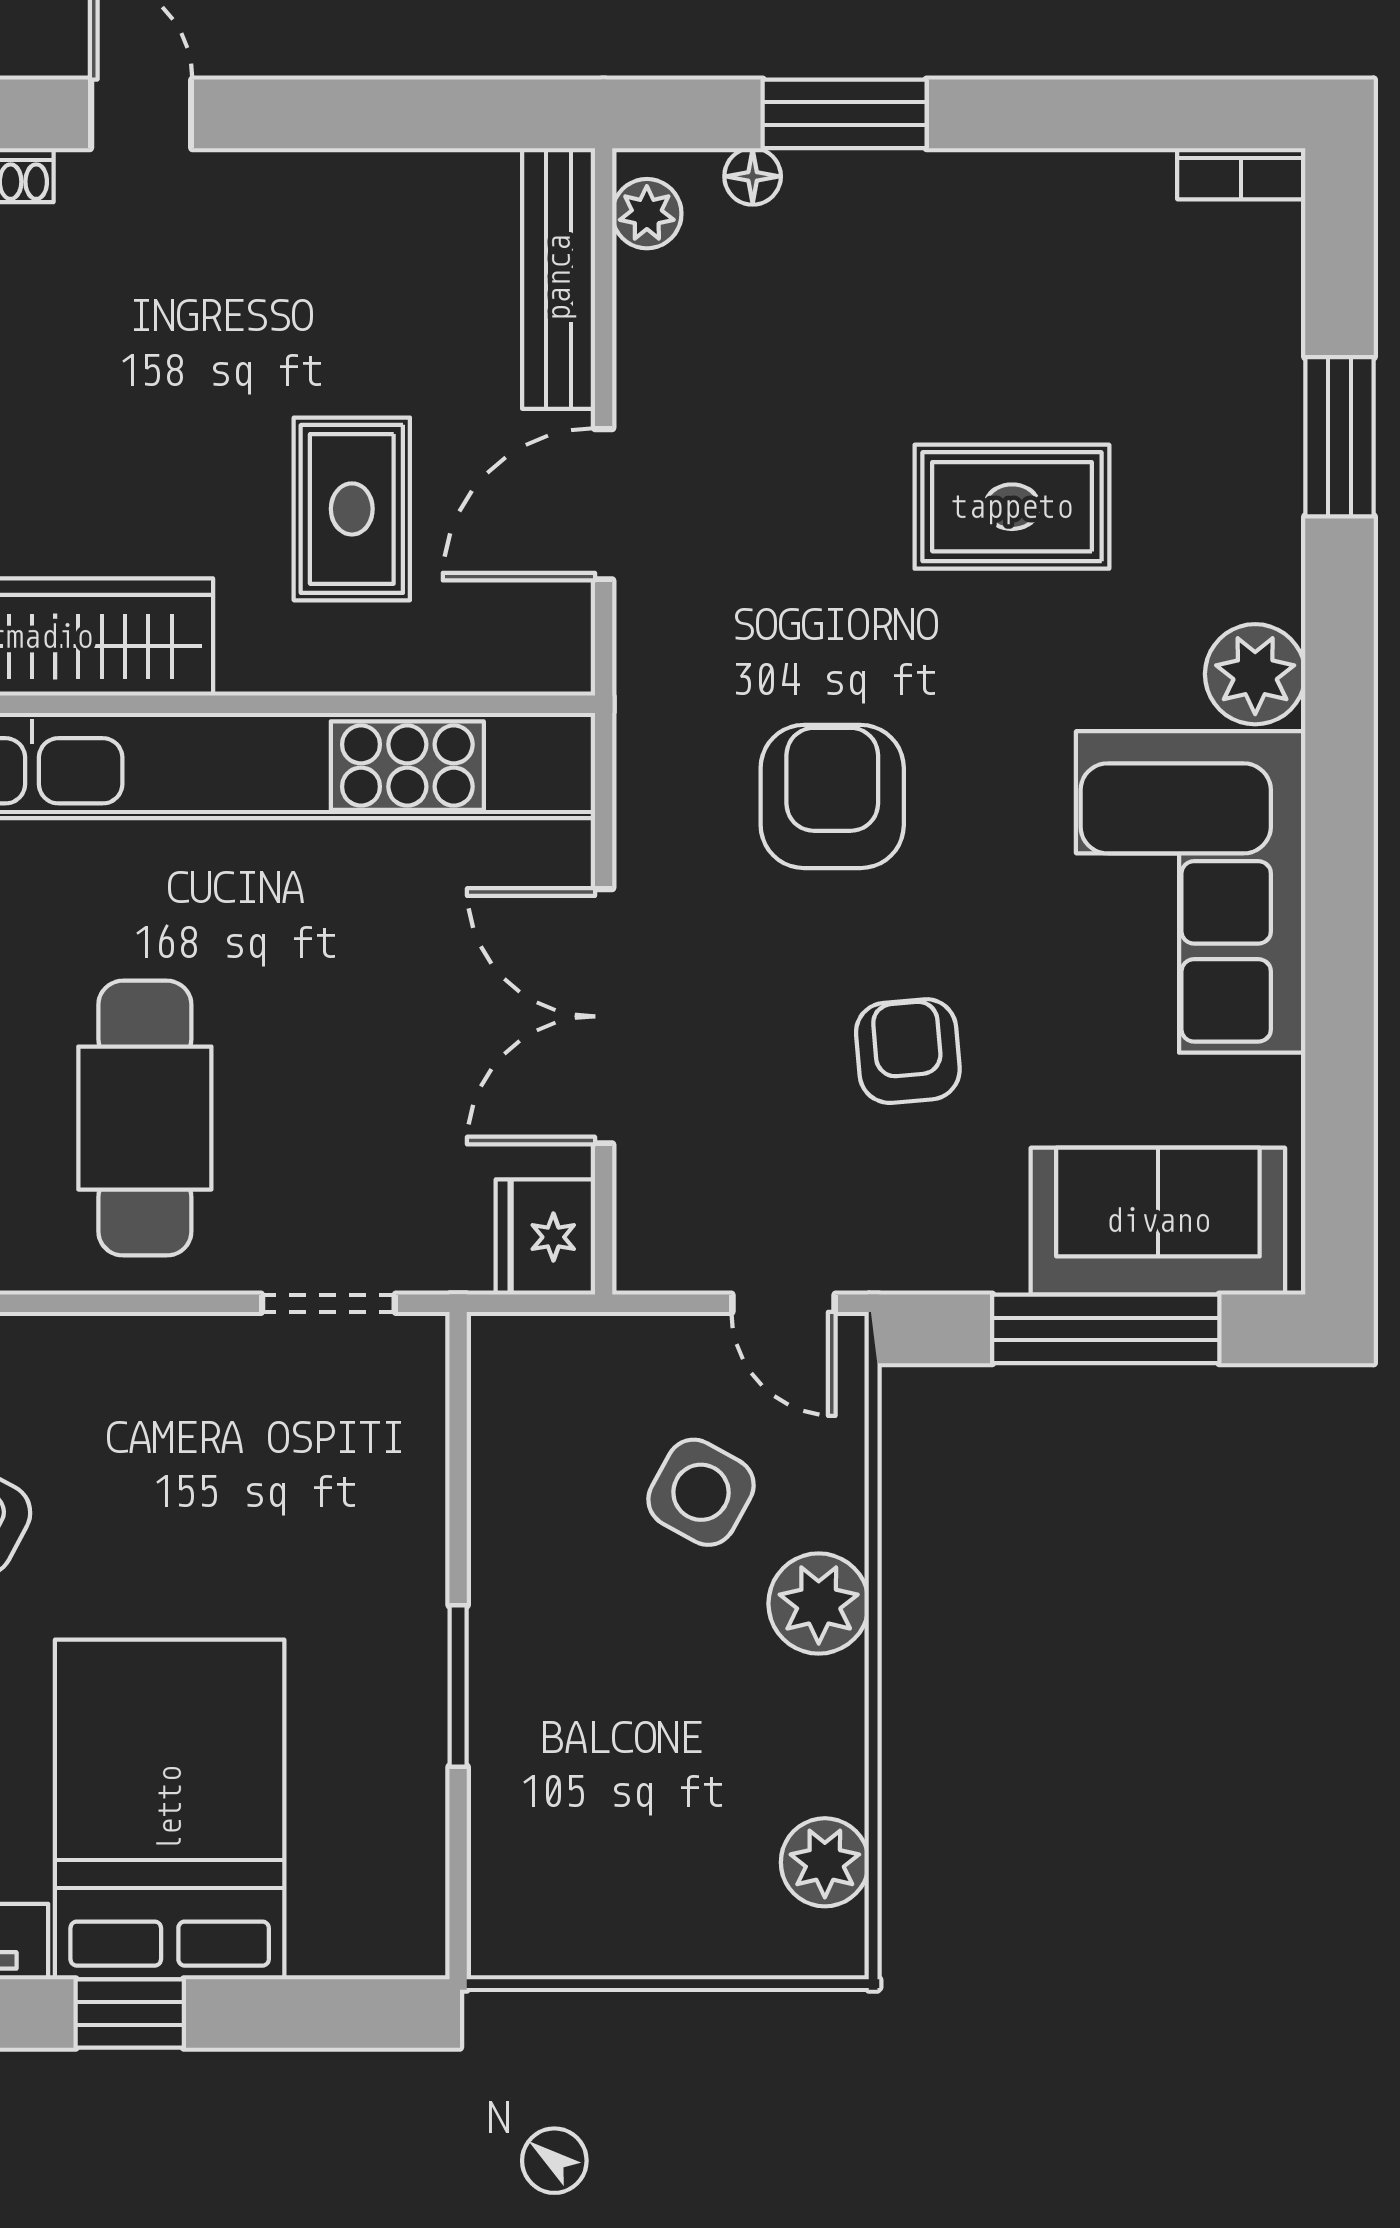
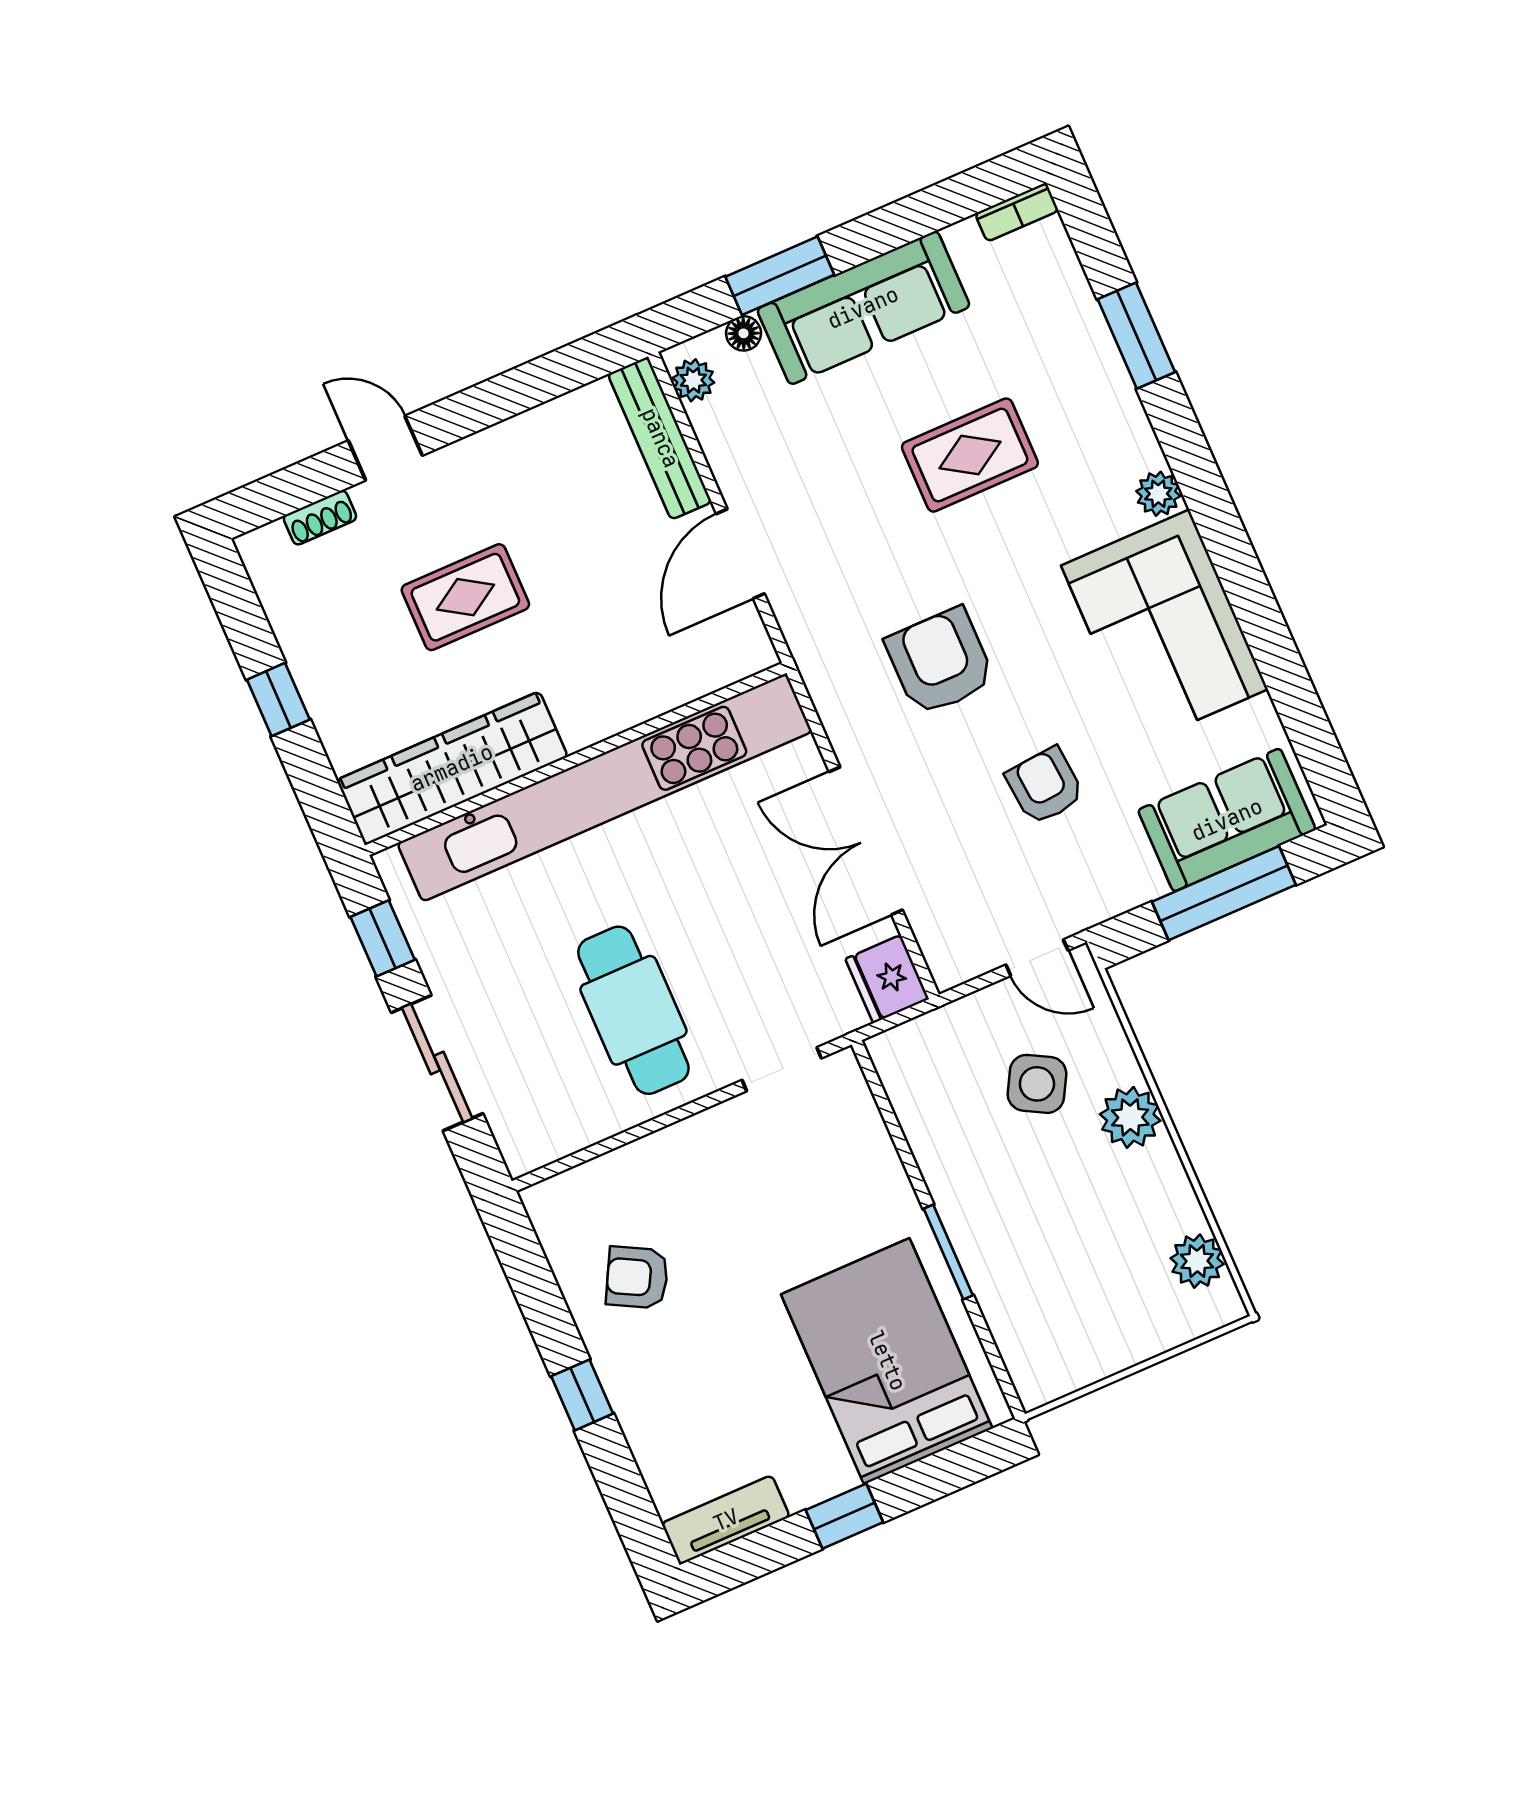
sofa: (949, 217) -> (863, 308), added
rug: (352, 509) -> (465, 597), moved, turned 90
plant: (1255, 674) -> (1158, 494), width x0.73, depth x0.73
bed: (170, 1809) -> (887, 1361), moved

